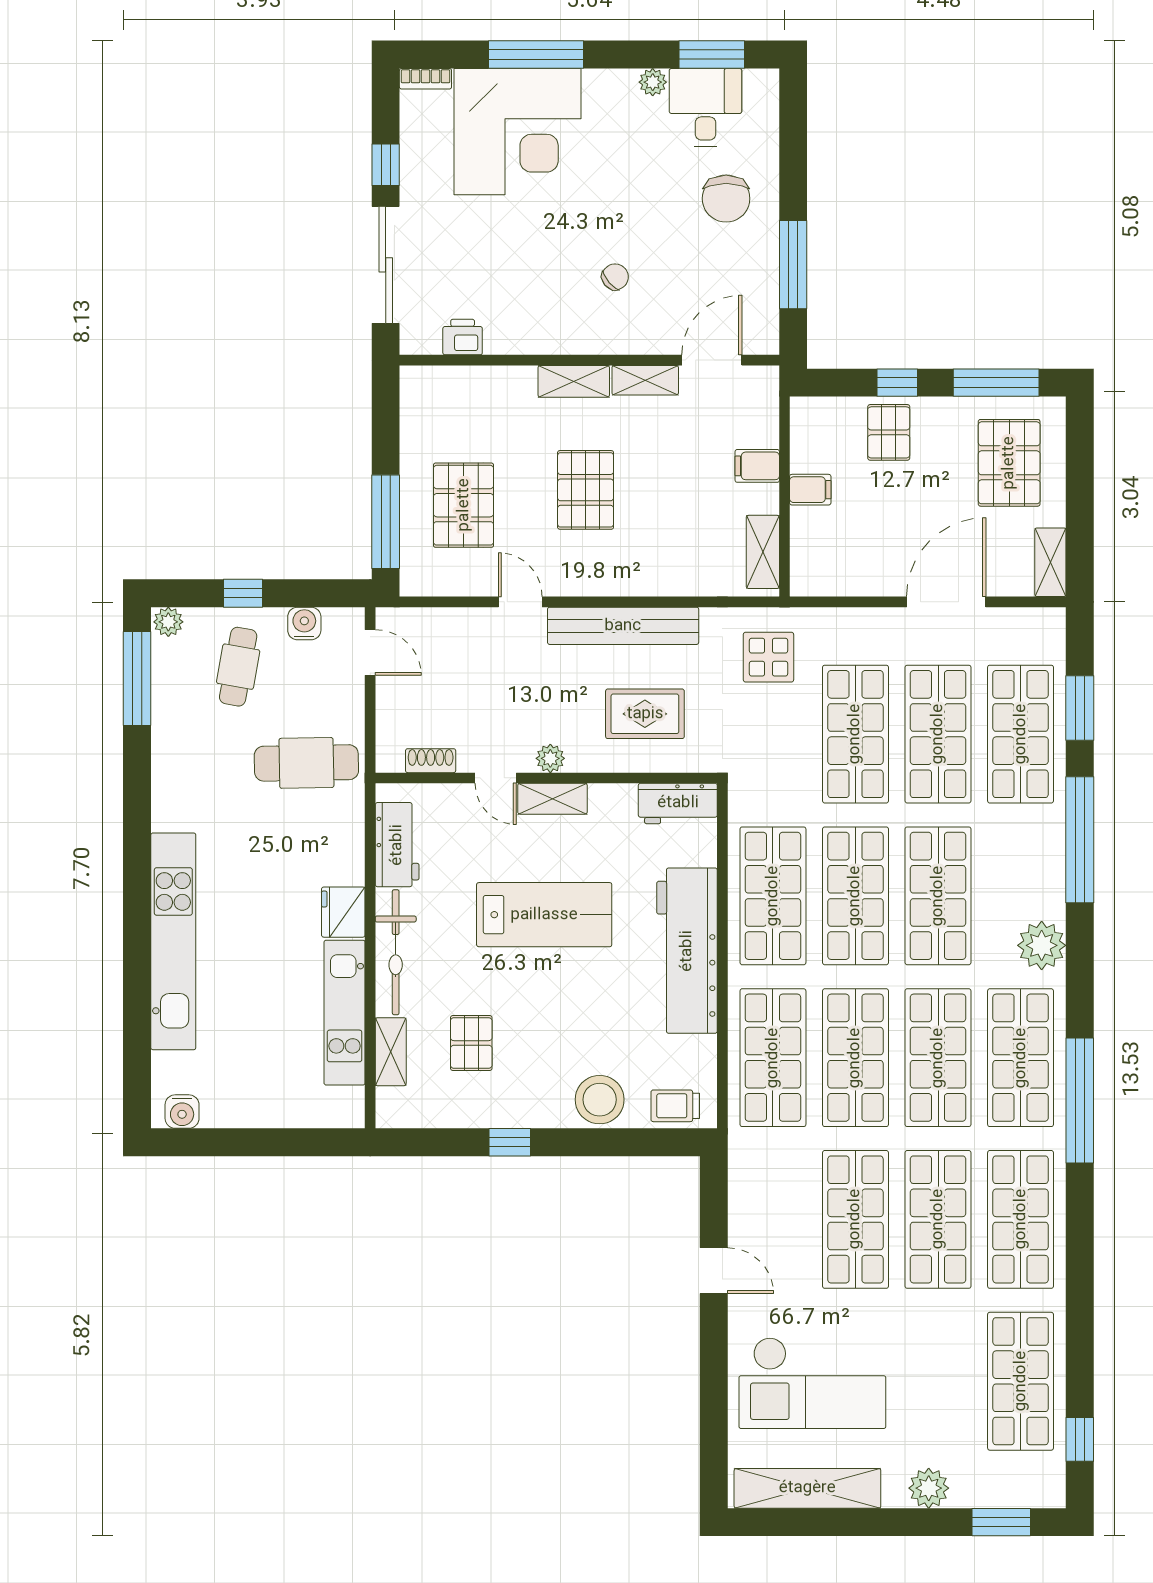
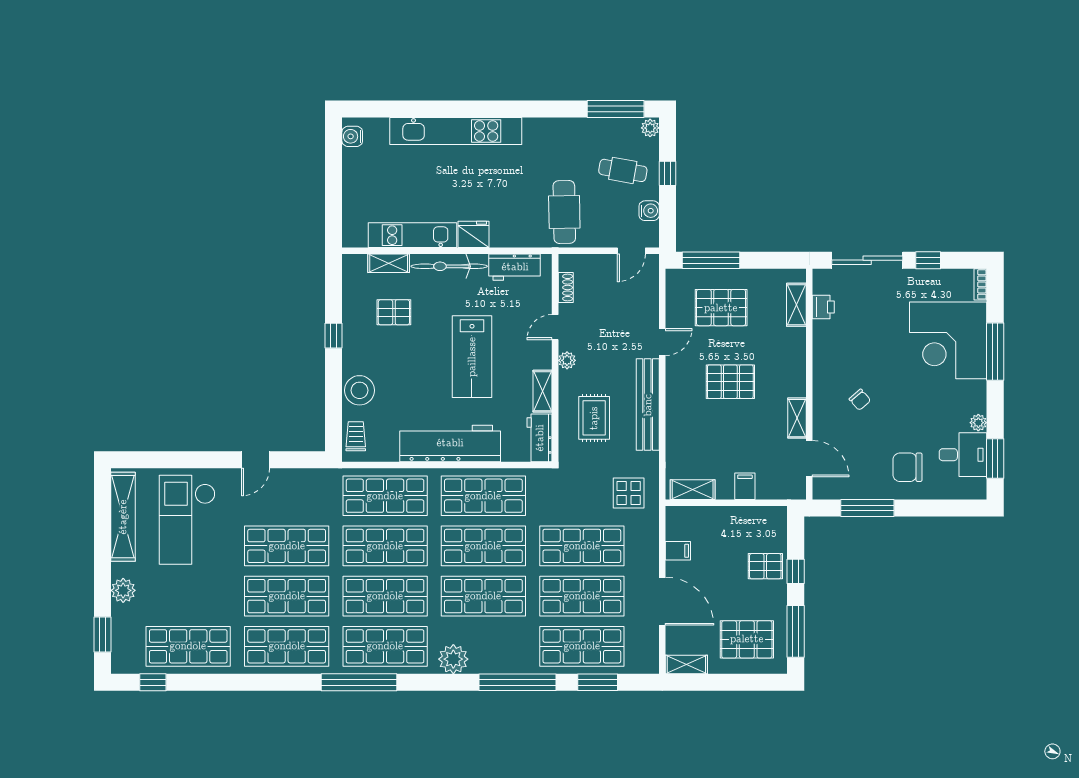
shelving: (574, 381) -> (796, 305), moved
filing cabinet: (810, 490) -> (678, 551), moved, turned -90
shelving: (552, 799) -> (543, 391), moved

